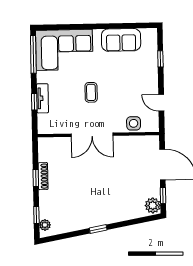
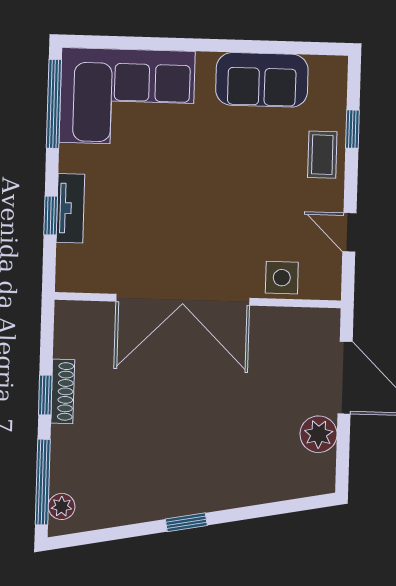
coffee table: (91, 92) -> (322, 155), moved
double door: (92, 135) -> (183, 300), width x1.36
window: (163, 195) -> (343, 451), removed
plant: (153, 205) -> (319, 434), moved
window: (36, 215) -> (43, 482), width x2.17

